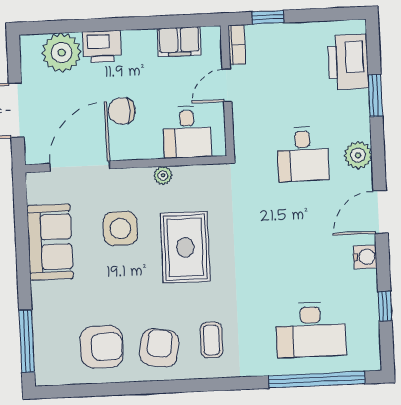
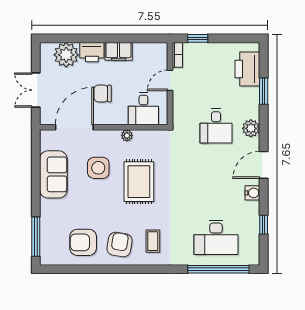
filing cabinet: (179, 42) -> (119, 51), moved
armchair: (102, 347) -> (83, 242), turned 180

